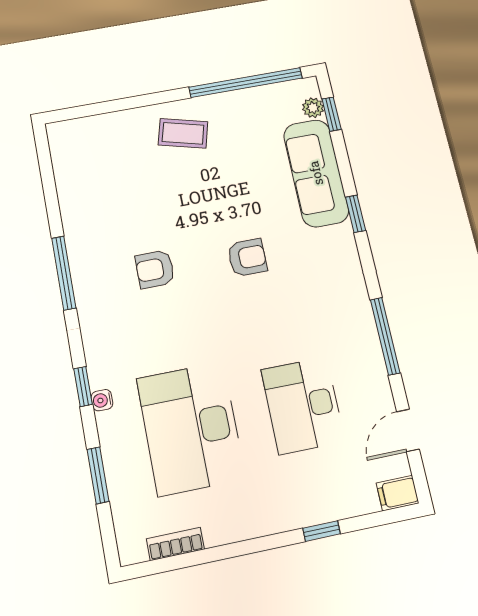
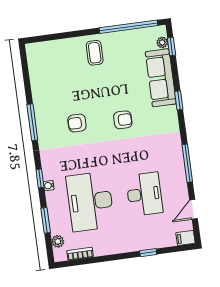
coffee table: (183, 133) -> (95, 53), turned 75
desk: (303, 405) -> (144, 194), turned 180
plant: (126, 520) -> (58, 241), added

